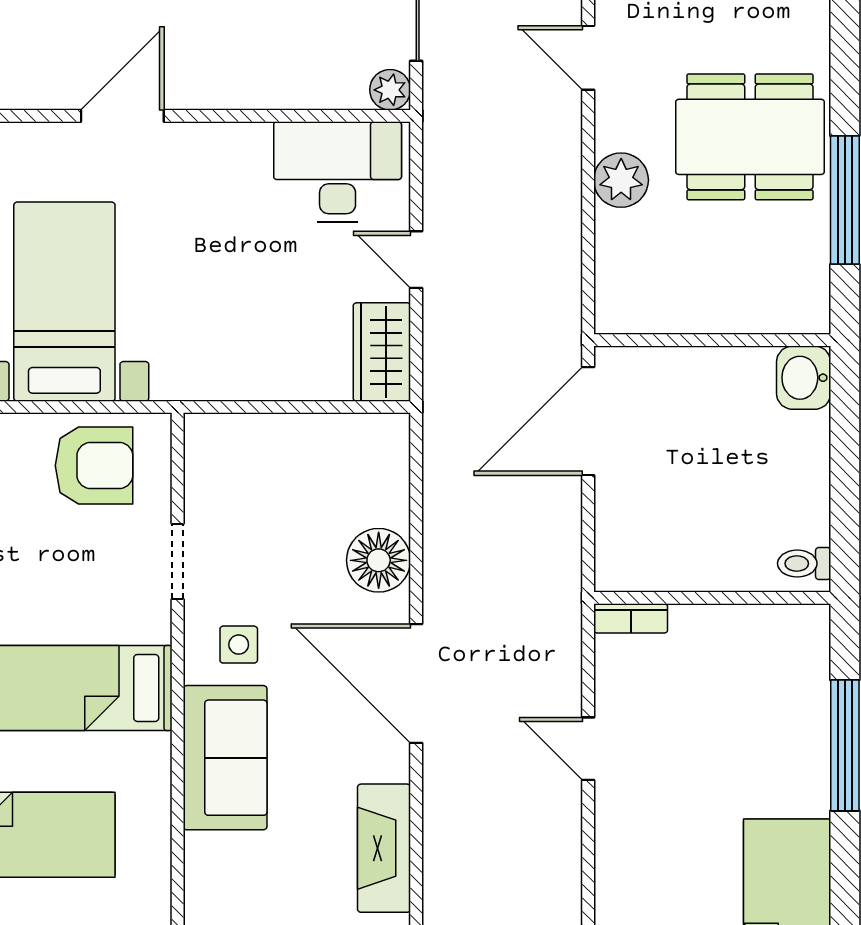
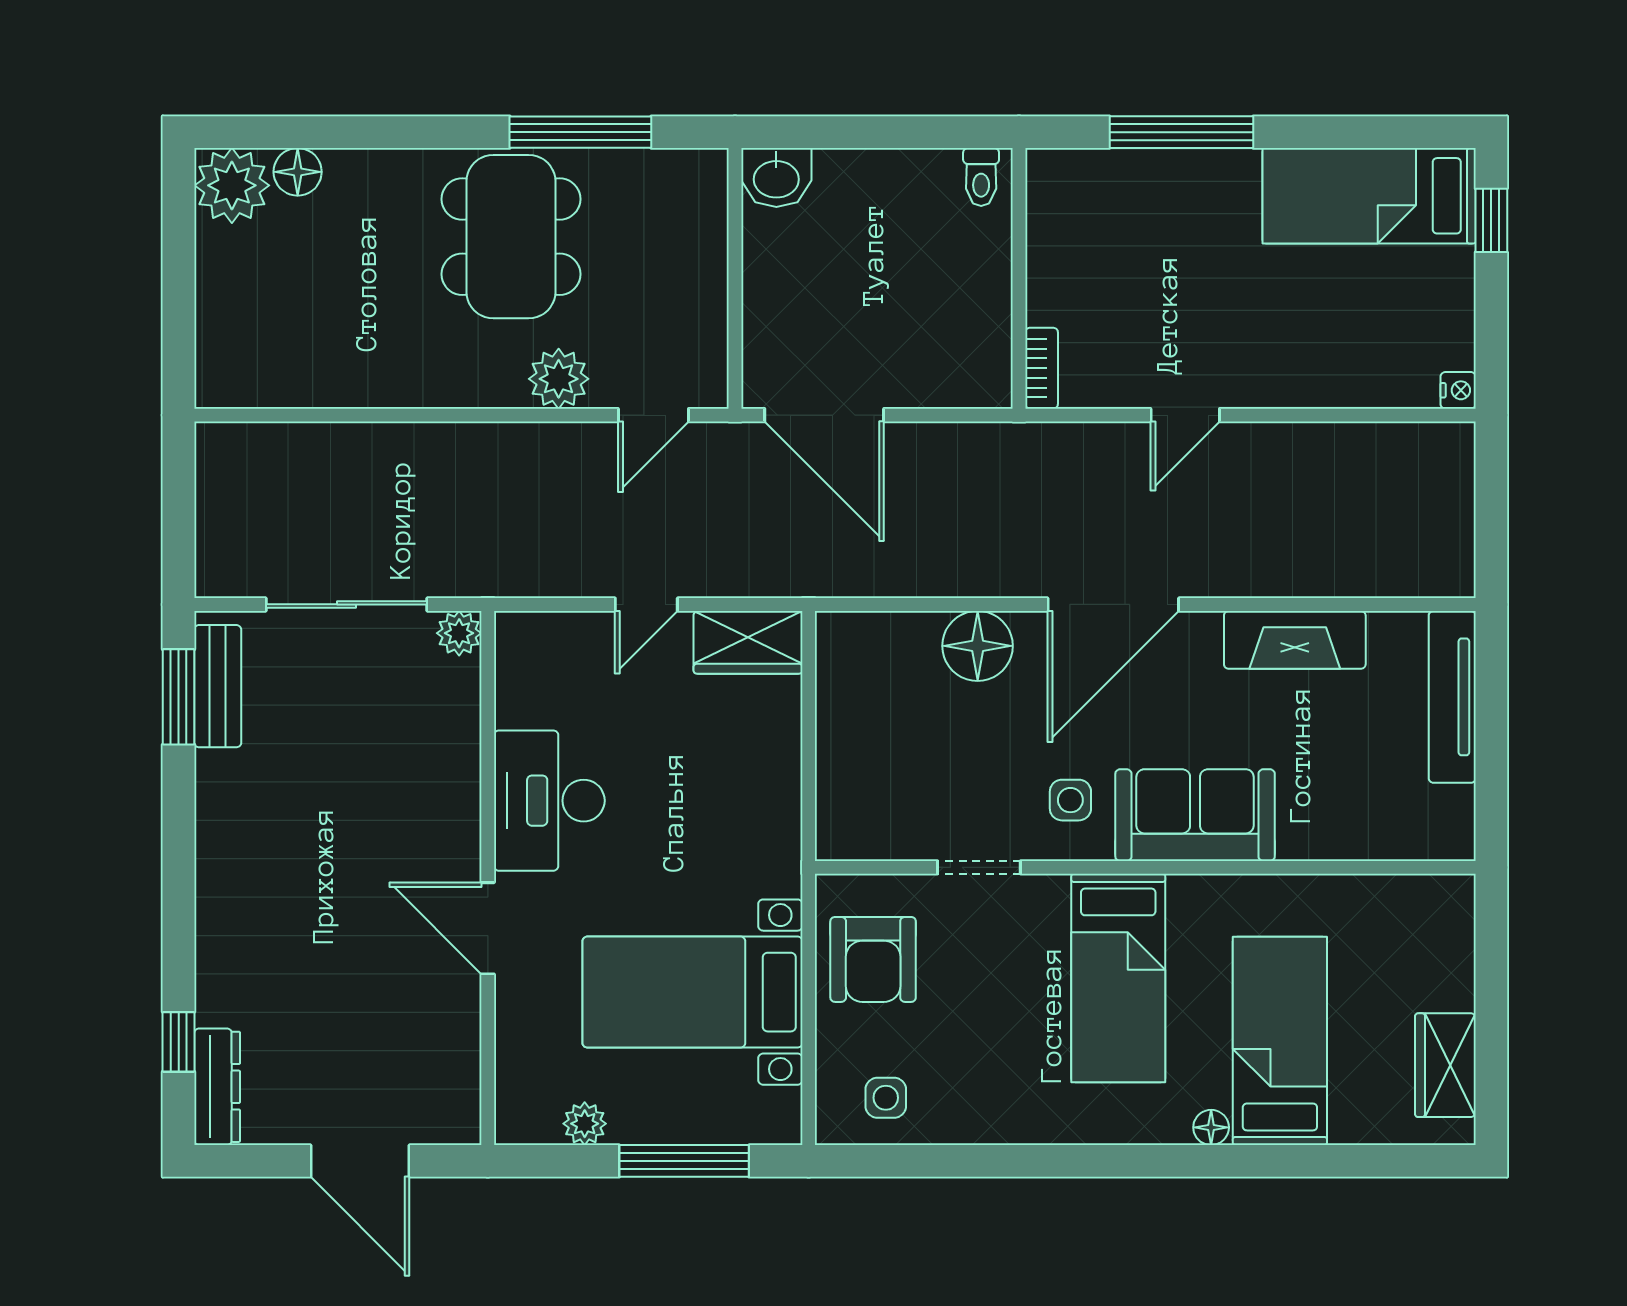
door: (588, 58) -> (653, 415), moved
desk: (338, 172) -> (549, 801), moved
armchair: (94, 466) -> (873, 959), turned 180

